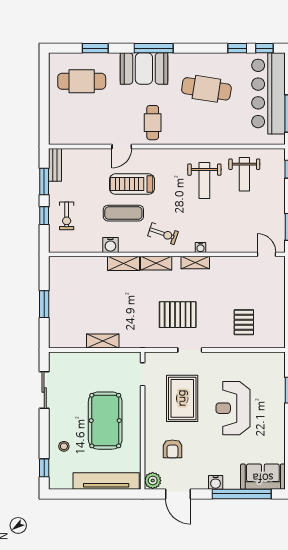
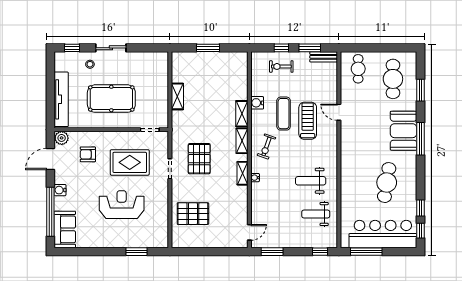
cafe table: (153, 123) -> (358, 69), moved, turned 90
pallet: (244, 322) -> (193, 214), width x1.50, depth x1.42
sliding door: (44, 390) -> (111, 48), moved

